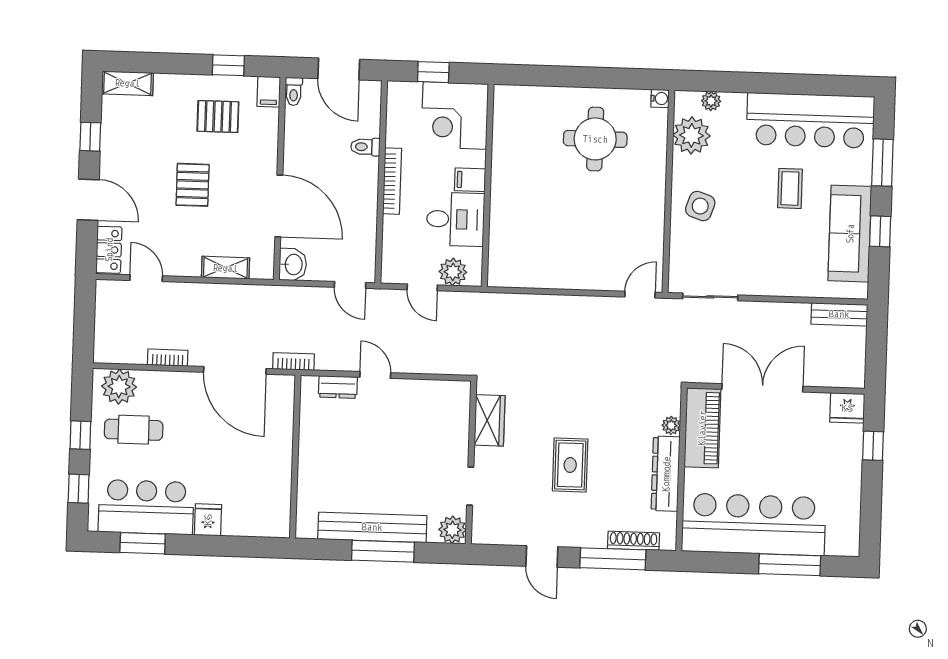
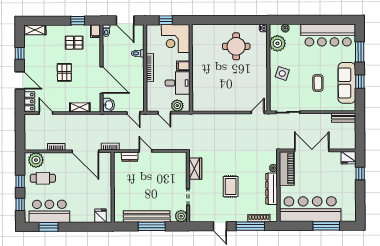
coffee table: (790, 188) -> (318, 83), moved
fridge: (208, 520) -> (101, 216), moved

